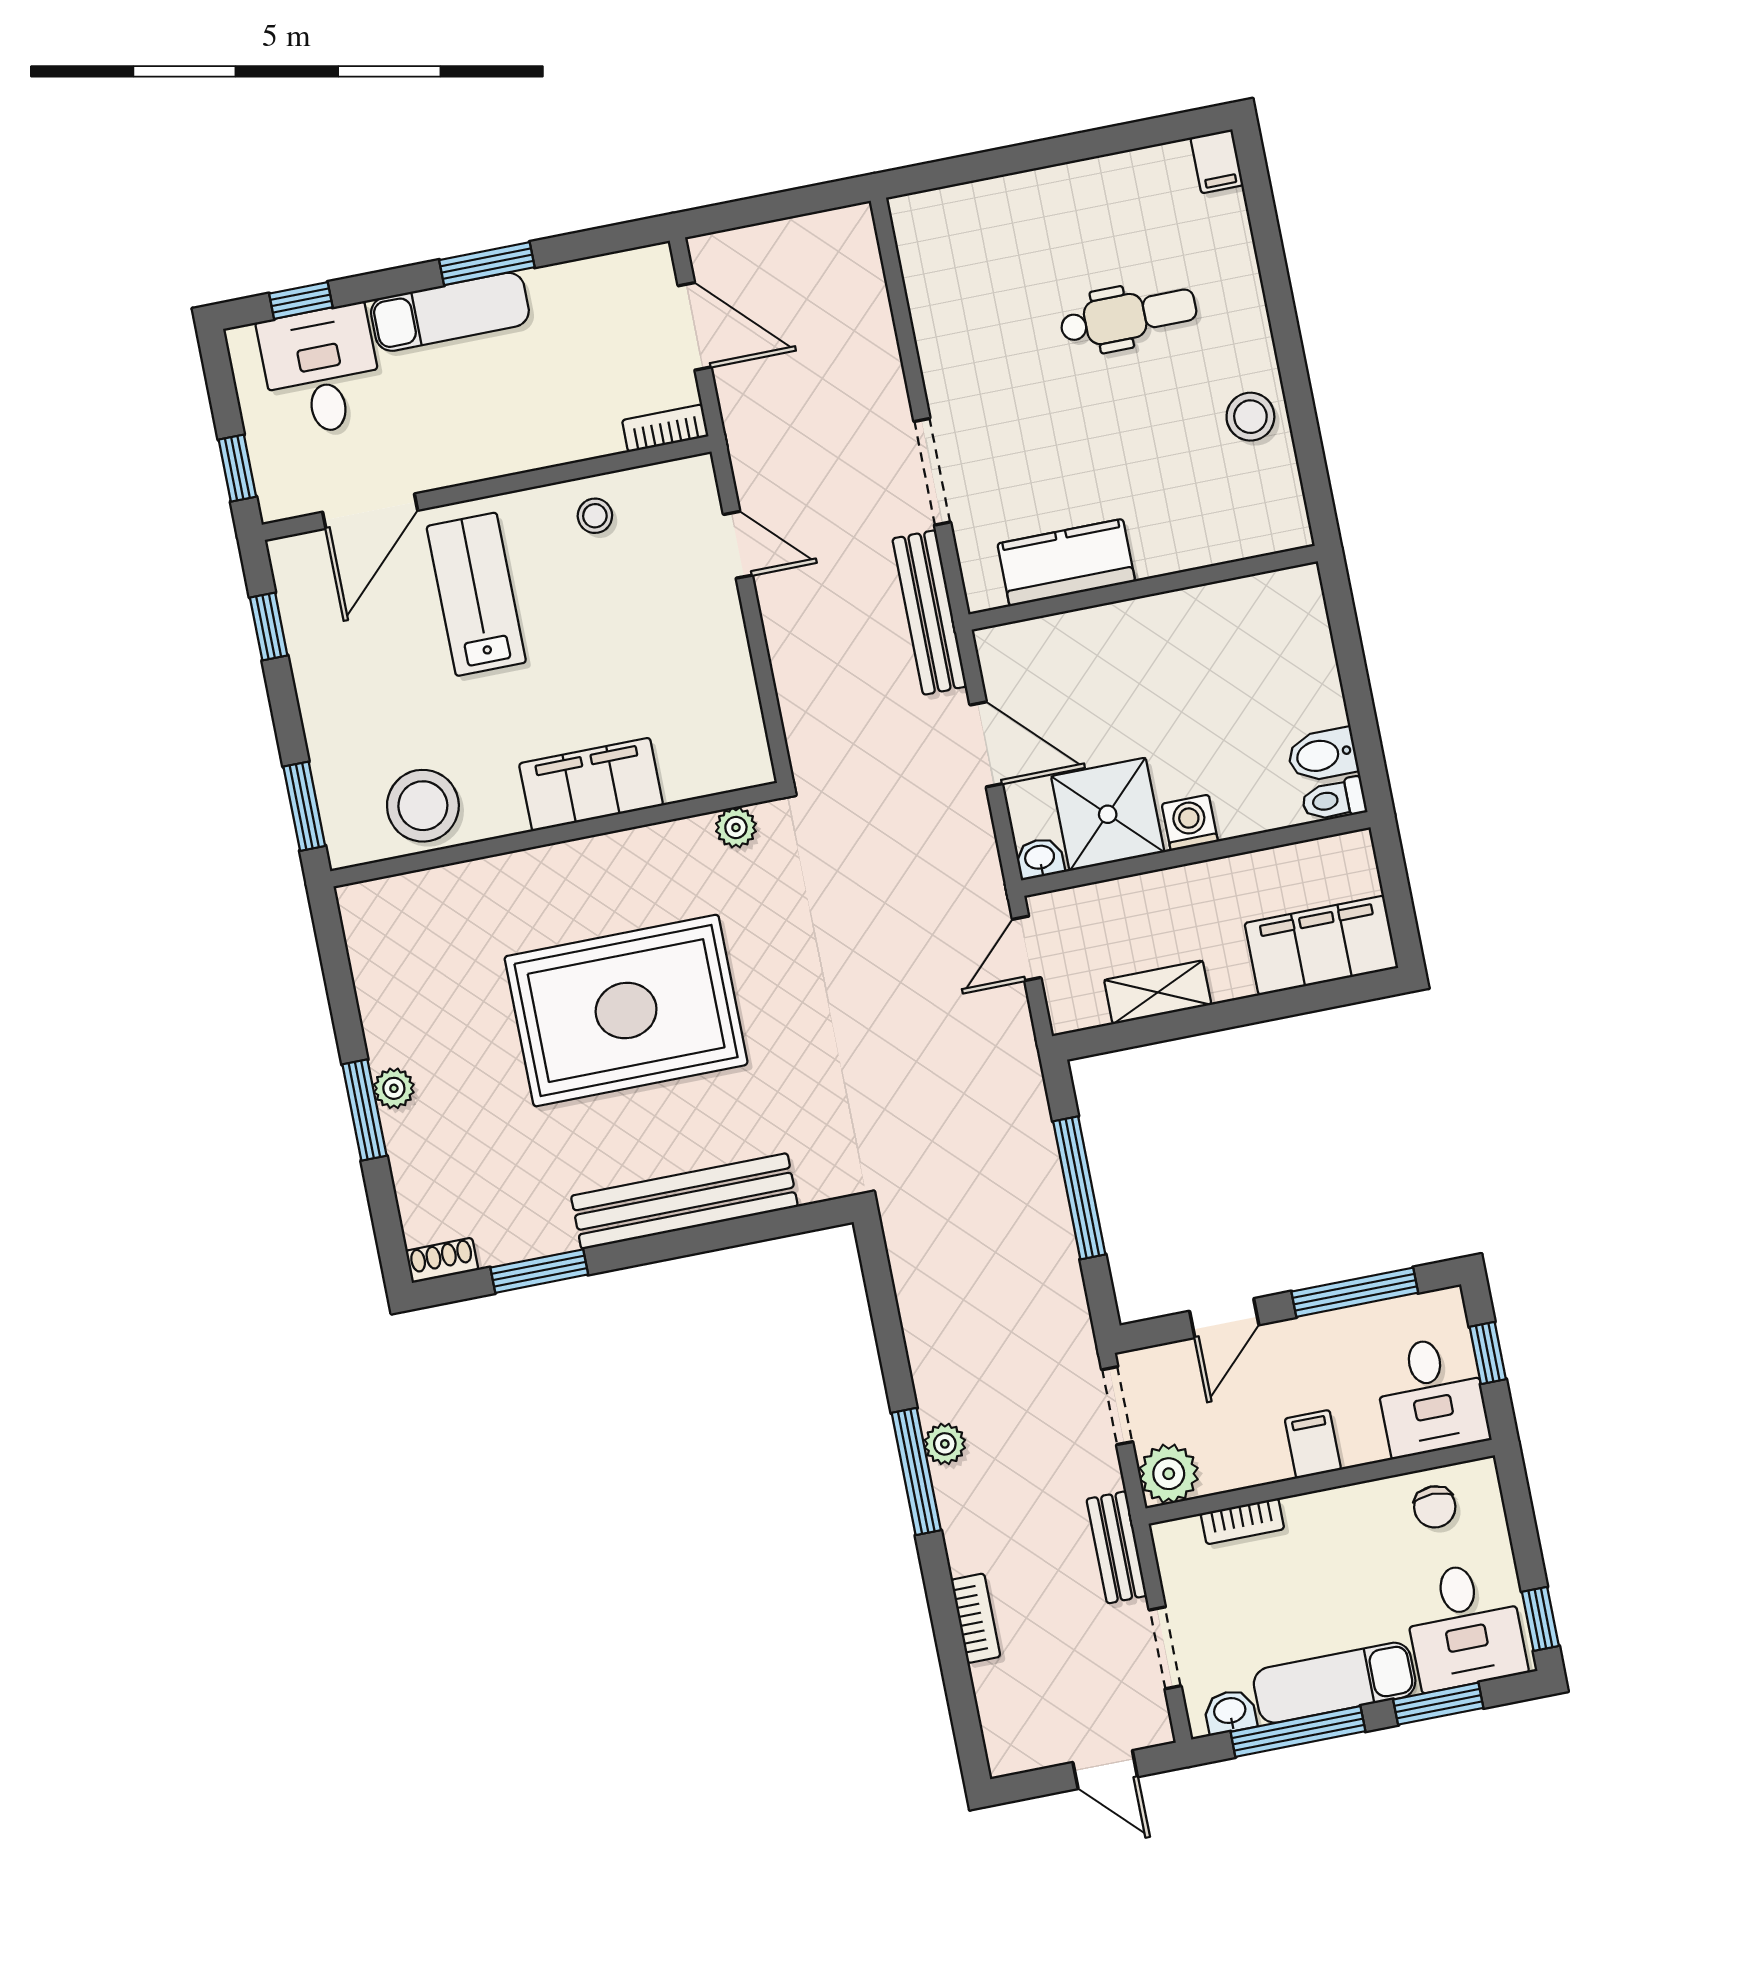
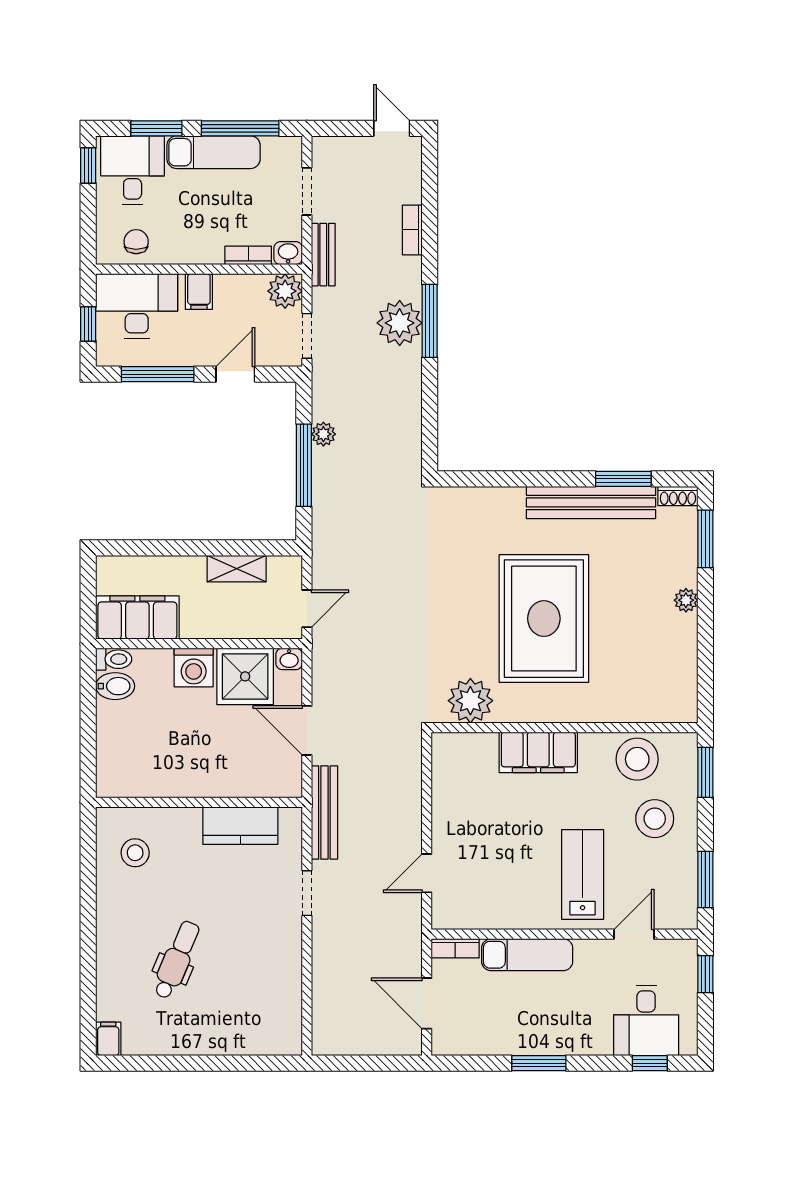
exam couch: (450, 312) -> (527, 955), moved, turned 180
dental chair: (1128, 316) -> (177, 960), turned 113
stool: (1250, 417) -> (135, 853), moved
doorway: (932, 472) -> (307, 893), width x0.73
door: (370, 511) -> (634, 934), width x0.73
stool: (595, 516) -> (655, 819), moved, width x1.89, depth x1.89
door: (738, 545) -> (427, 873), hinge flipped
lab bench: (476, 594) -> (583, 874), turned 180
window: (269, 627) -> (705, 880), width x1.50
washing machine: (1190, 823) -> (194, 668), width x1.38, depth x1.38
plant: (736, 827) -> (470, 701), width x1.88, depth x1.88
filing cabinet: (1321, 945) -> (137, 618), moved, turned 180
rug: (626, 1011) -> (544, 619), turned 90
window: (364, 1110) -> (705, 539), moved
bench: (684, 1201) -> (591, 502), moved
plant: (1057, 1247) -> (323, 434), added
desk: (1431, 1396) -> (137, 306), width x1.37
plant: (945, 1444) -> (400, 323), width x1.88, depth x1.88
washbasin: (1230, 1712) -> (288, 253), moved, turned 180
door: (1105, 1770) -> (392, 128), moved

